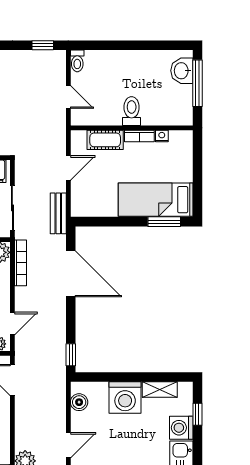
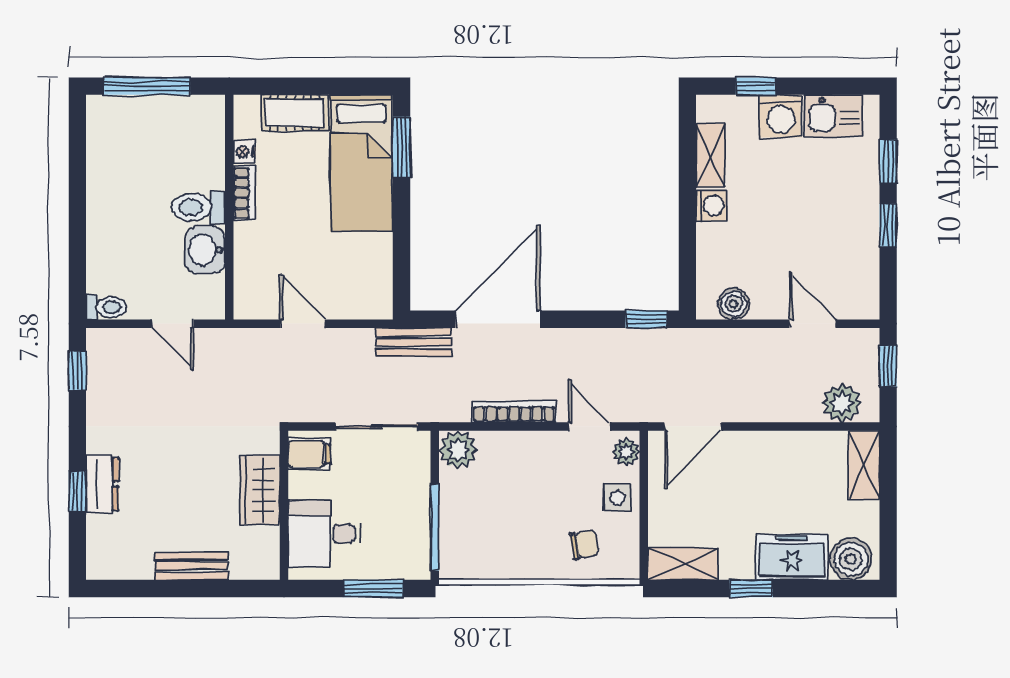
washbasin: (182, 71) -> (205, 250), moved, turned 90
door: (68, 97) -> (172, 324), swing flipped
cot: (105, 140) -> (295, 113), moved, turned 90
bench: (58, 213) -> (414, 342), moved
bookcase: (21, 263) -> (514, 412), moved
washing machine: (125, 398) -> (711, 206), width x0.53, depth x0.53

